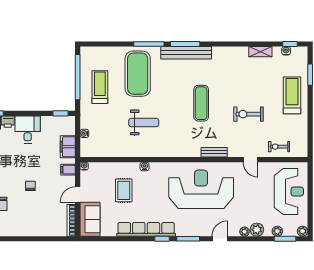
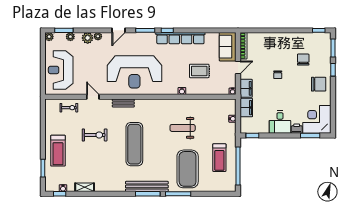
exercise mat: (201, 103) -> (134, 144), width x1.36, depth x1.45
filing cabinet: (68, 170) -> (246, 88), width x2.00
rug: (124, 190) -> (199, 71), turned 90

